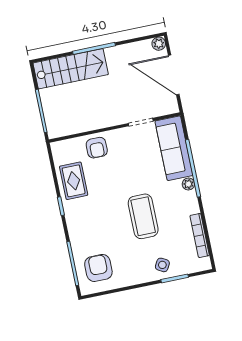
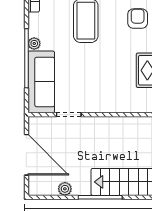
plant: (159, 44) -> (65, 189), moved
armchair: (97, 148) -> (138, 19), moved

